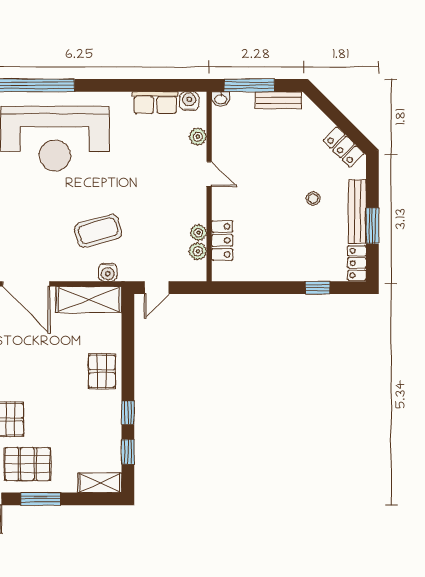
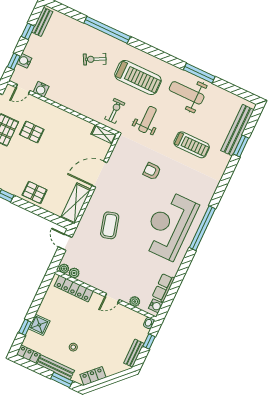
window: (249, 85) -> (149, 341), width x0.46
window: (372, 226) -> (62, 380), moved
plant: (198, 233) -> (64, 269), moved
locker: (222, 240) -> (74, 289), width x1.53
shower: (303, 267) -> (39, 325), added
water cooler: (108, 272) -> (85, 220), removed

